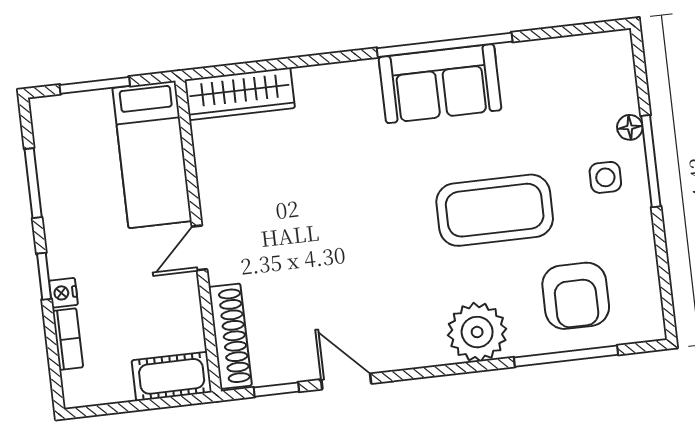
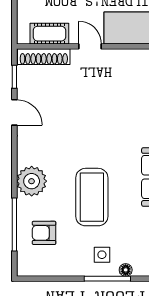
armchair: (576, 296) -> (44, 233), width x0.72, depth x0.72
cot: (172, 376) -> (49, 34), moved, turned 90
door: (346, 381) -> (14, 112), hinge flipped

